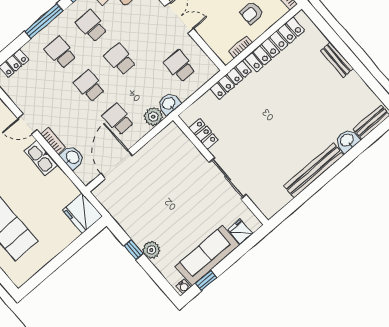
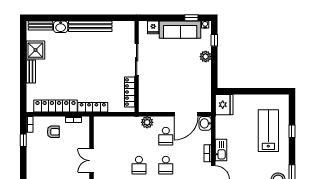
school desk: (180, 66) -> (112, 136), removed
shower: (353, 89) -> (35, 50), added
washbasin: (169, 104) -> (134, 122), removed
locker: (203, 134) -> (130, 92), width x1.53
washbasin: (72, 158) -> (205, 123), moved
window: (133, 250) -> (214, 40), moved

